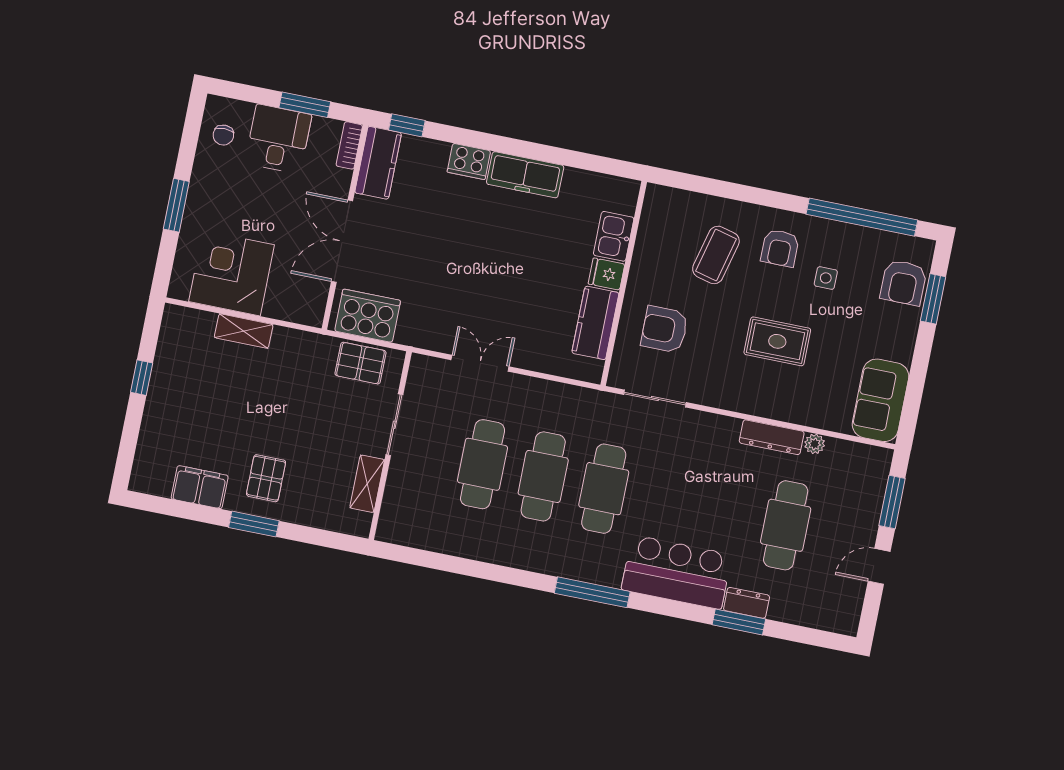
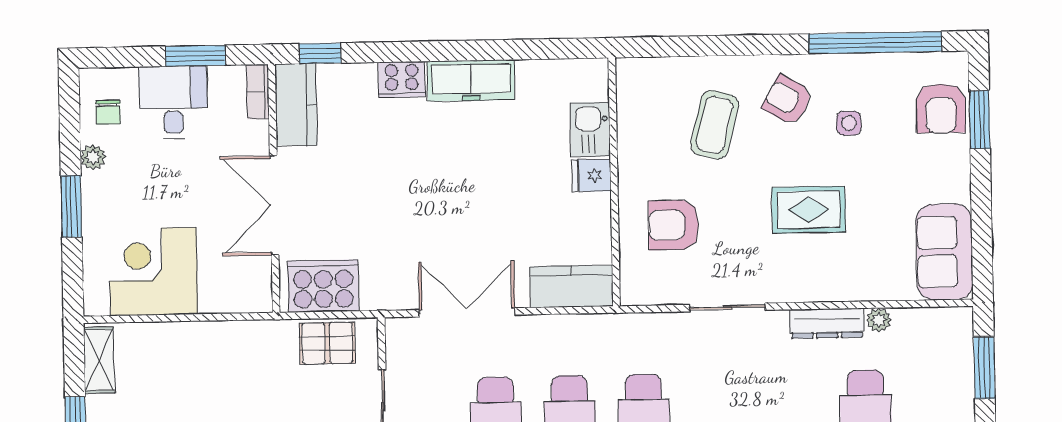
plant: (203, 169) -> (93, 157), added
armchair: (780, 248) -> (788, 100), turned 120
kitchen counter: (595, 323) -> (572, 286), moved, turned 90
shelving: (244, 331) -> (99, 360), moved, turned 90
double door: (480, 363) -> (467, 312), width x1.37
sliding door: (655, 399) -> (727, 307), moved

